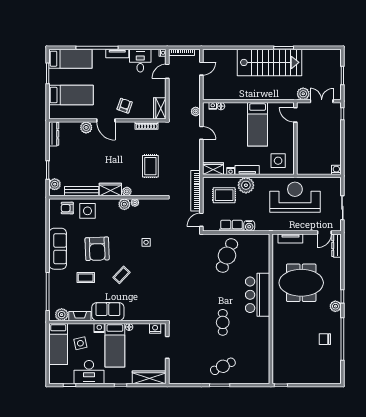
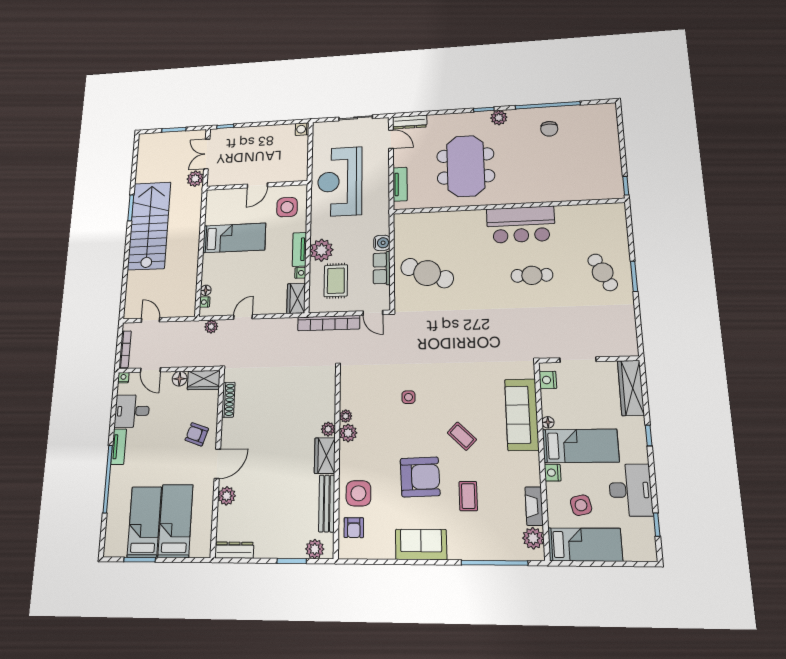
bed: (70, 59) -> (144, 522), moved
floor lamp: (161, 92) -> (180, 379), added
door: (295, 115) -> (257, 185), moved
rug: (150, 166) -> (290, 393), removed
sofa: (58, 249) -> (421, 544), width x0.73
bar counter: (258, 295) -> (521, 225), moved
sofa: (108, 312) -> (522, 415), moved, width x1.36

